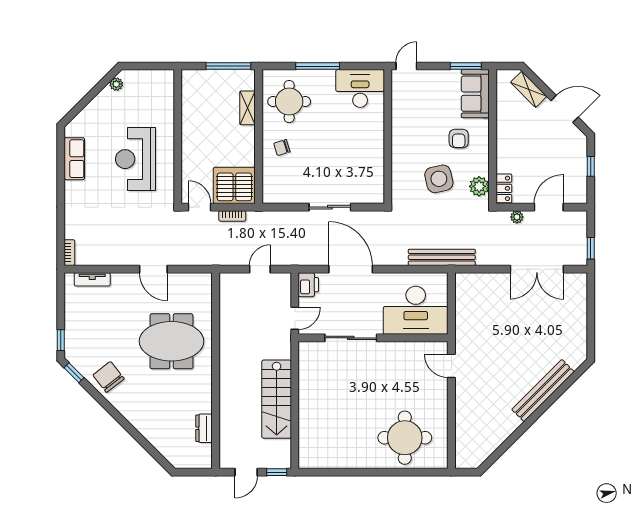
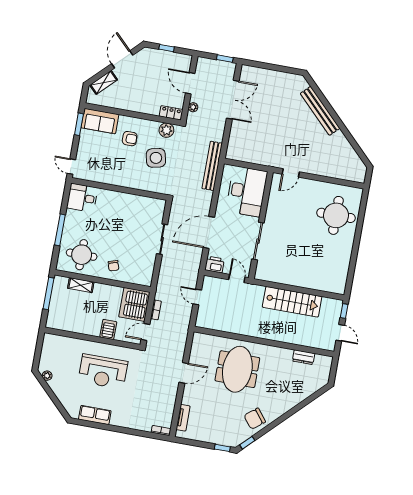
desk: (360, 89) -> (82, 198), width x0.73
server rack: (194, 156) -> (108, 329), added

